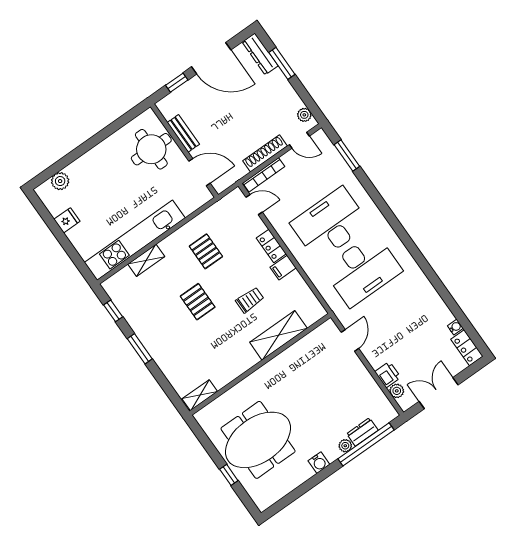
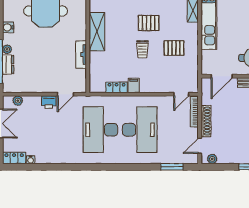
locker: (271, 246) -> (117, 87), moved
trolley: (250, 300) -> (142, 49), moved
shelving: (278, 335) -> (97, 32), moved
door: (350, 340) -> (65, 94), hinge flipped
tv unit: (290, 355) -> (81, 55), added
printer: (388, 375) -> (49, 102), moved

